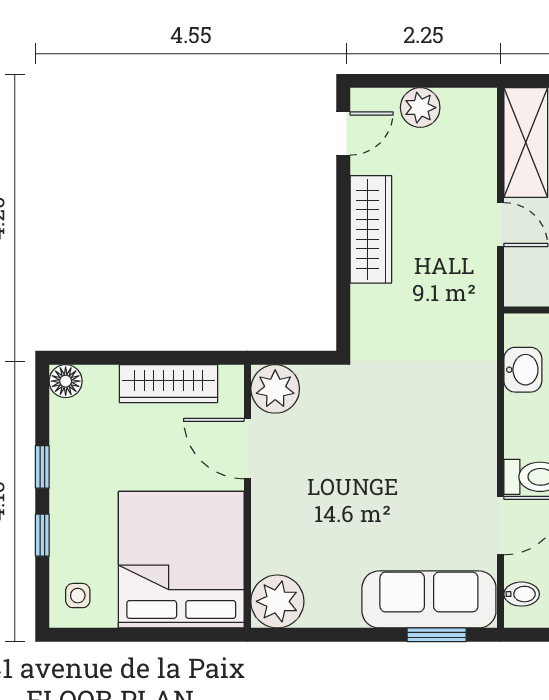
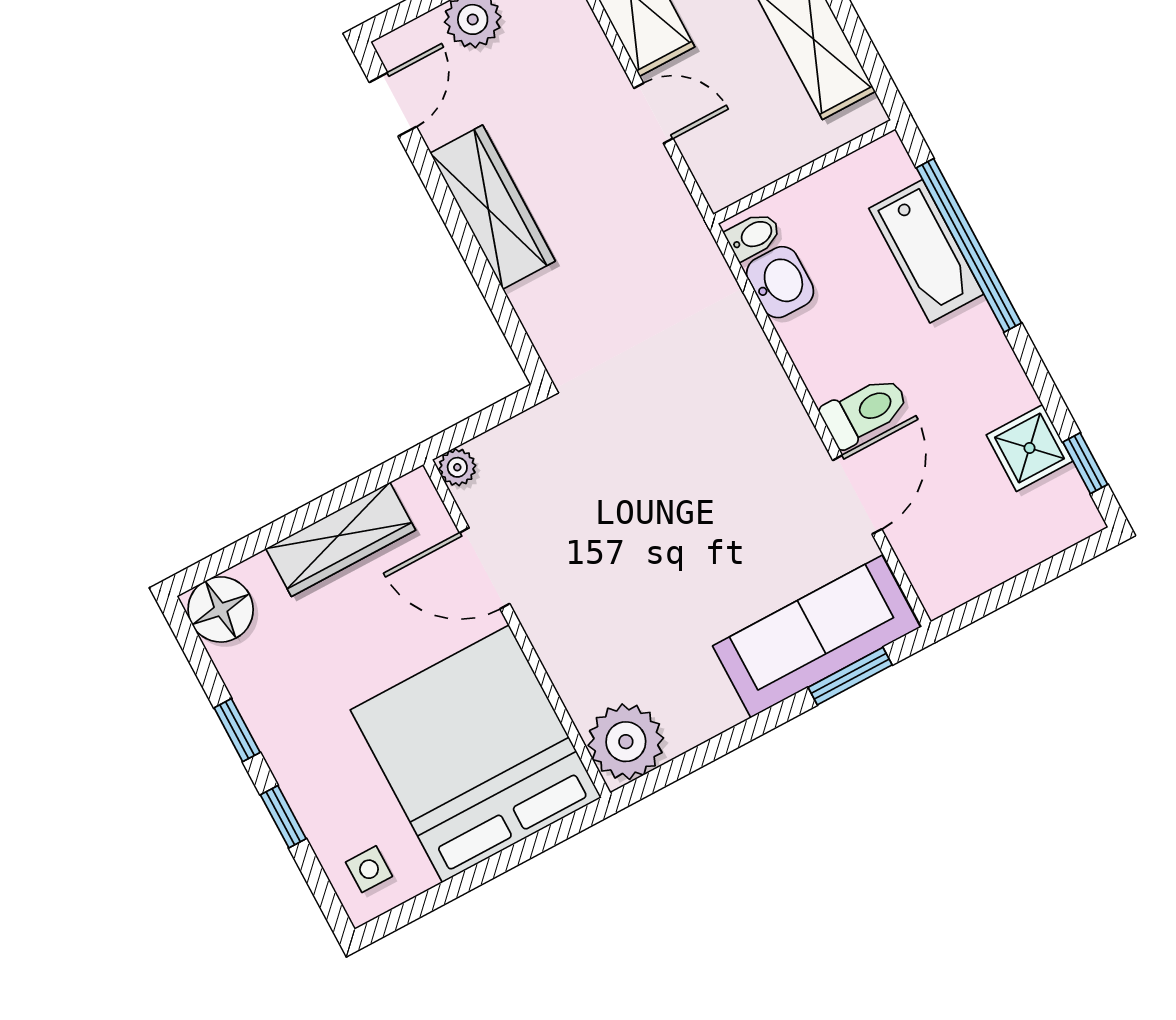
floor lamp: (66, 381) -> (221, 609), width x1.38, depth x1.38
plant: (275, 389) -> (457, 467), width x0.53, depth x0.53
bidet: (522, 594) -> (753, 236), moved

